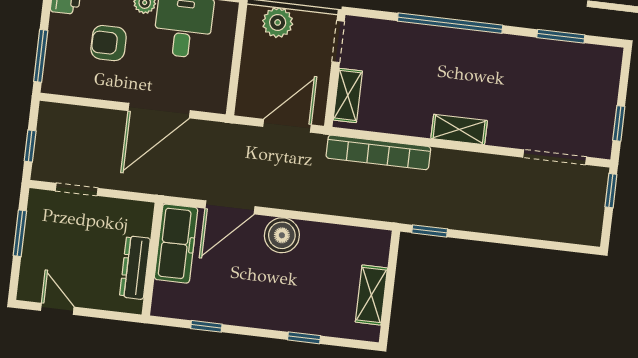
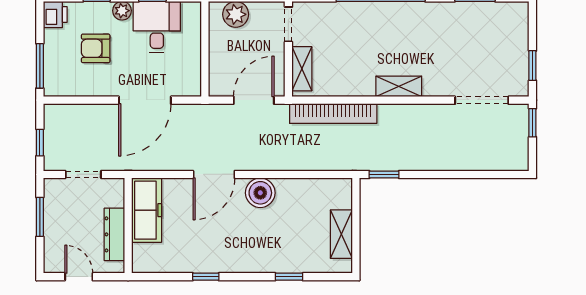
freezer: (176, 244) -> (147, 210), moved
wall: (152, 259) -> (128, 226), moved
dresser: (135, 268) -> (114, 234), moved

